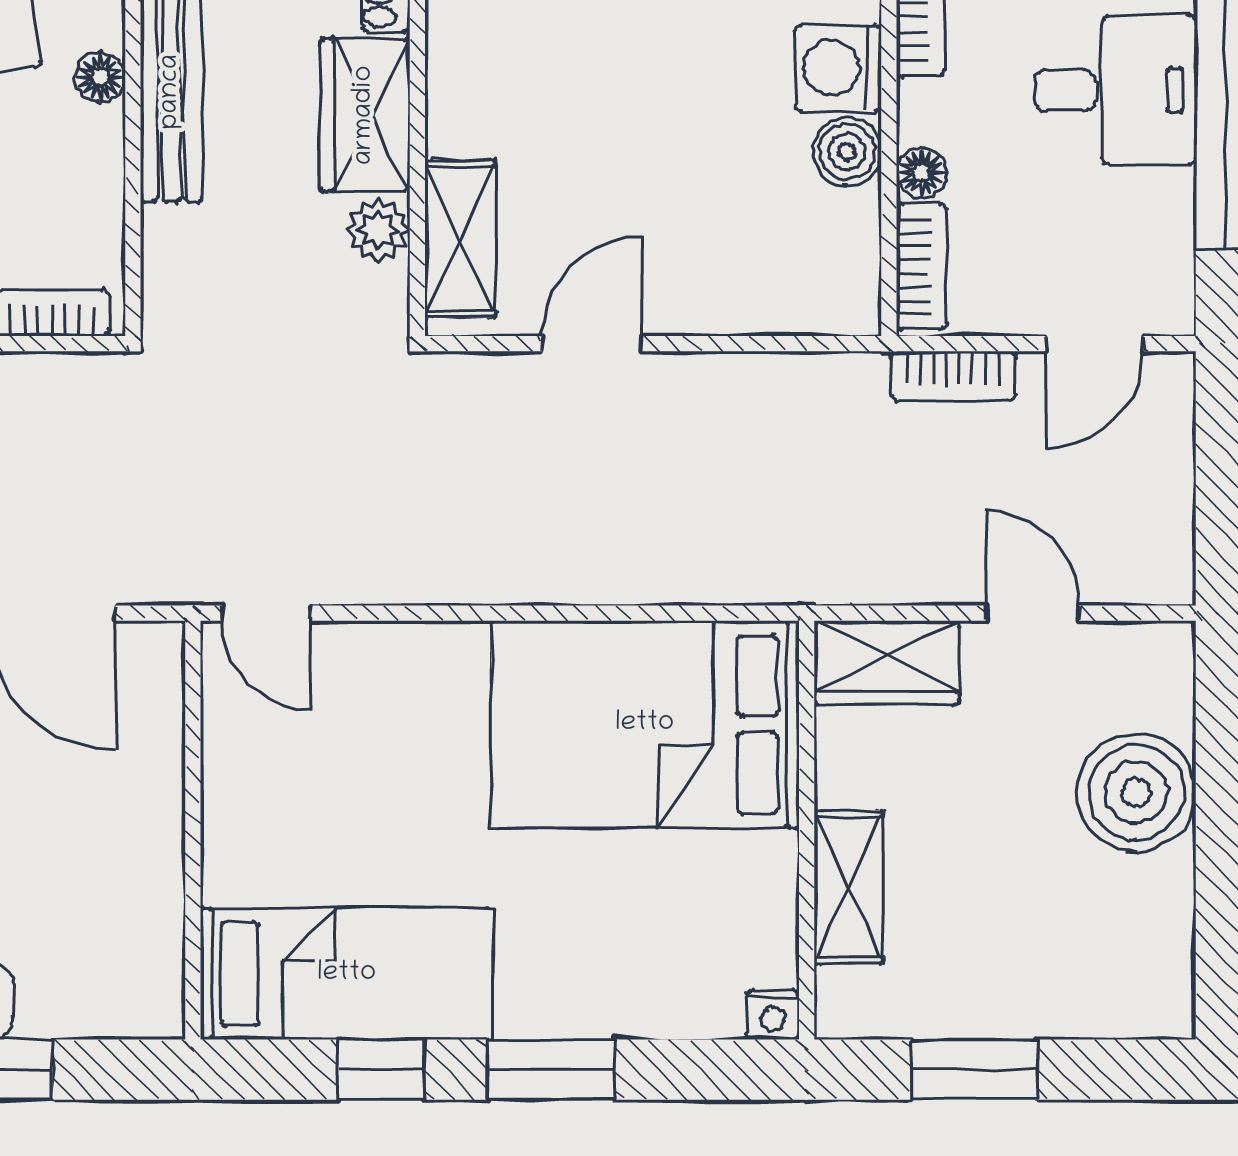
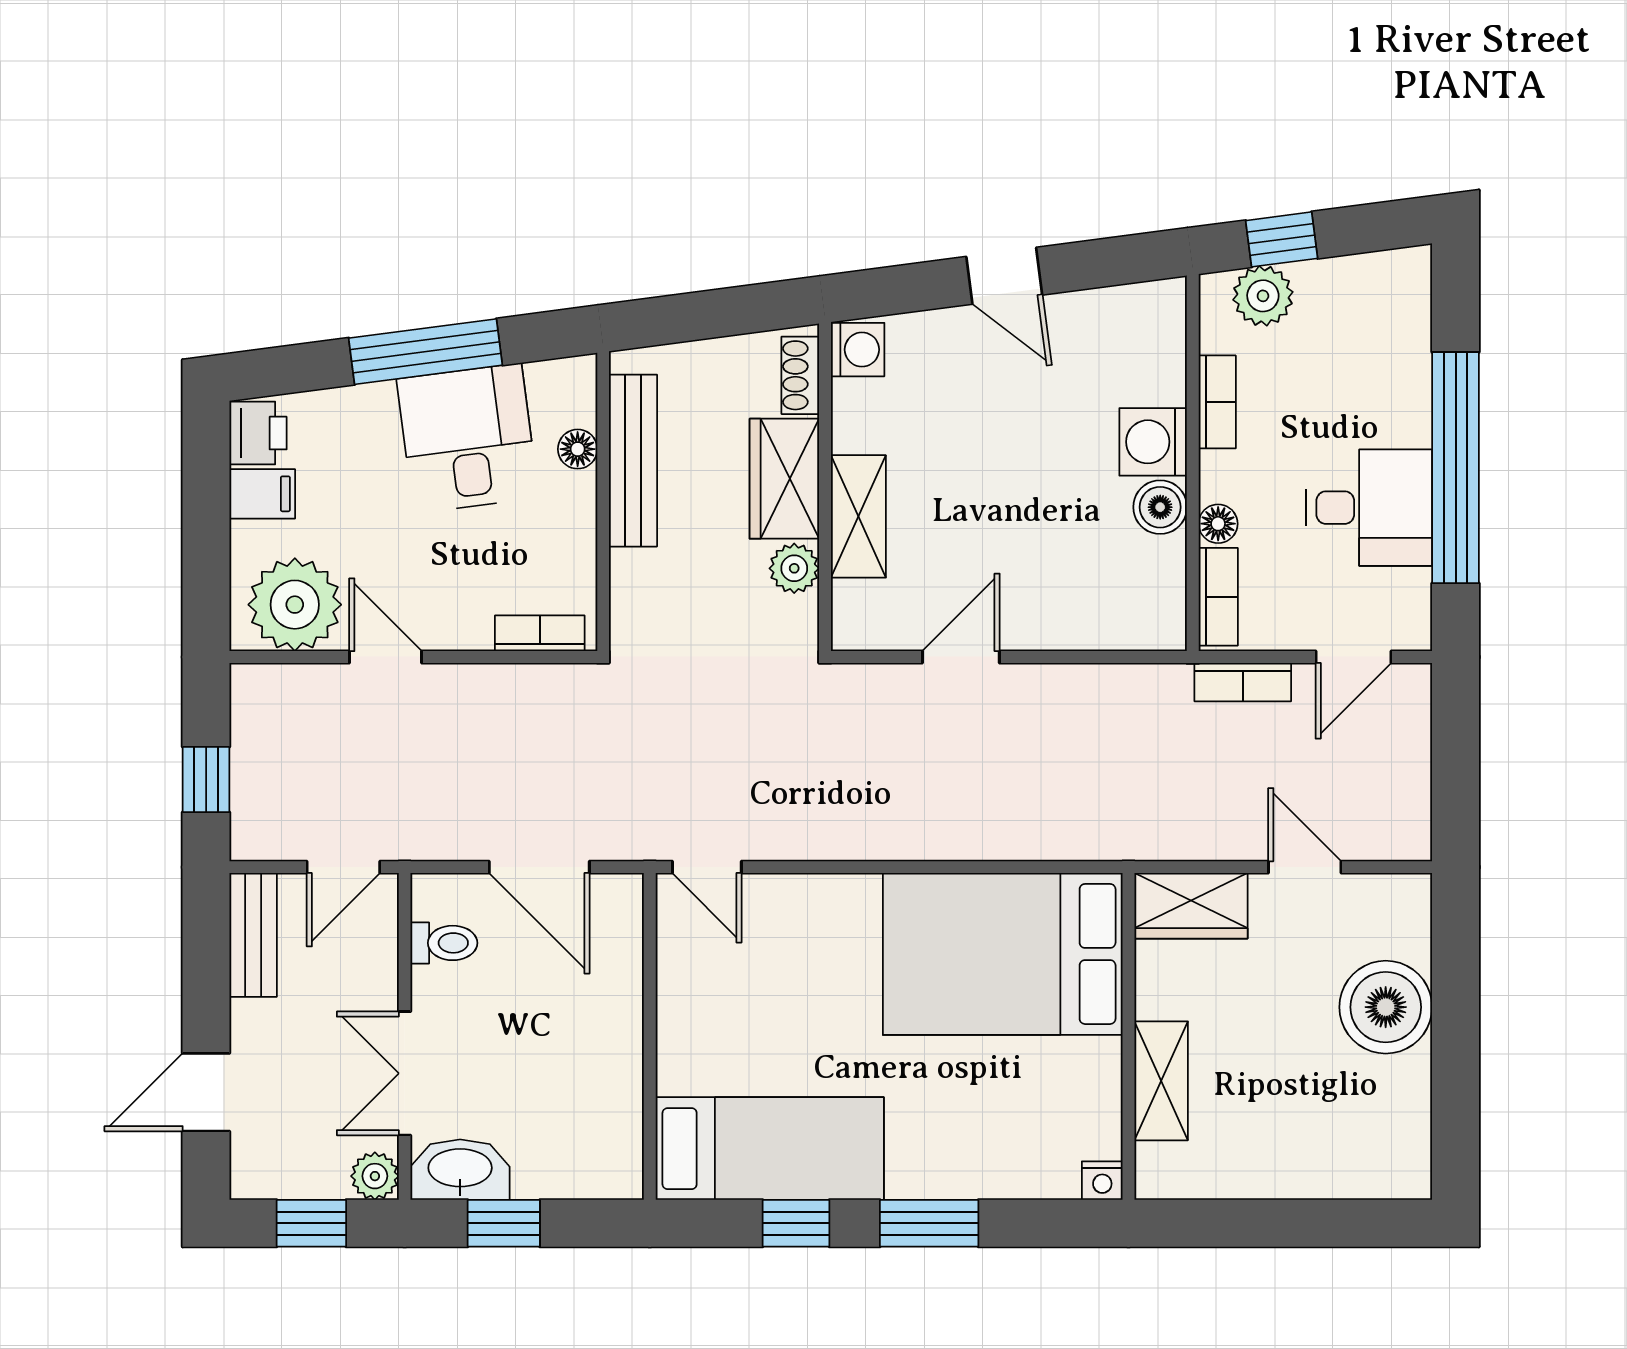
desk: (1115, 90) -> (1369, 508), moved
shelving: (460, 239) -> (858, 516), moved
window: (975, 1070) -> (1260, 1223), removed

